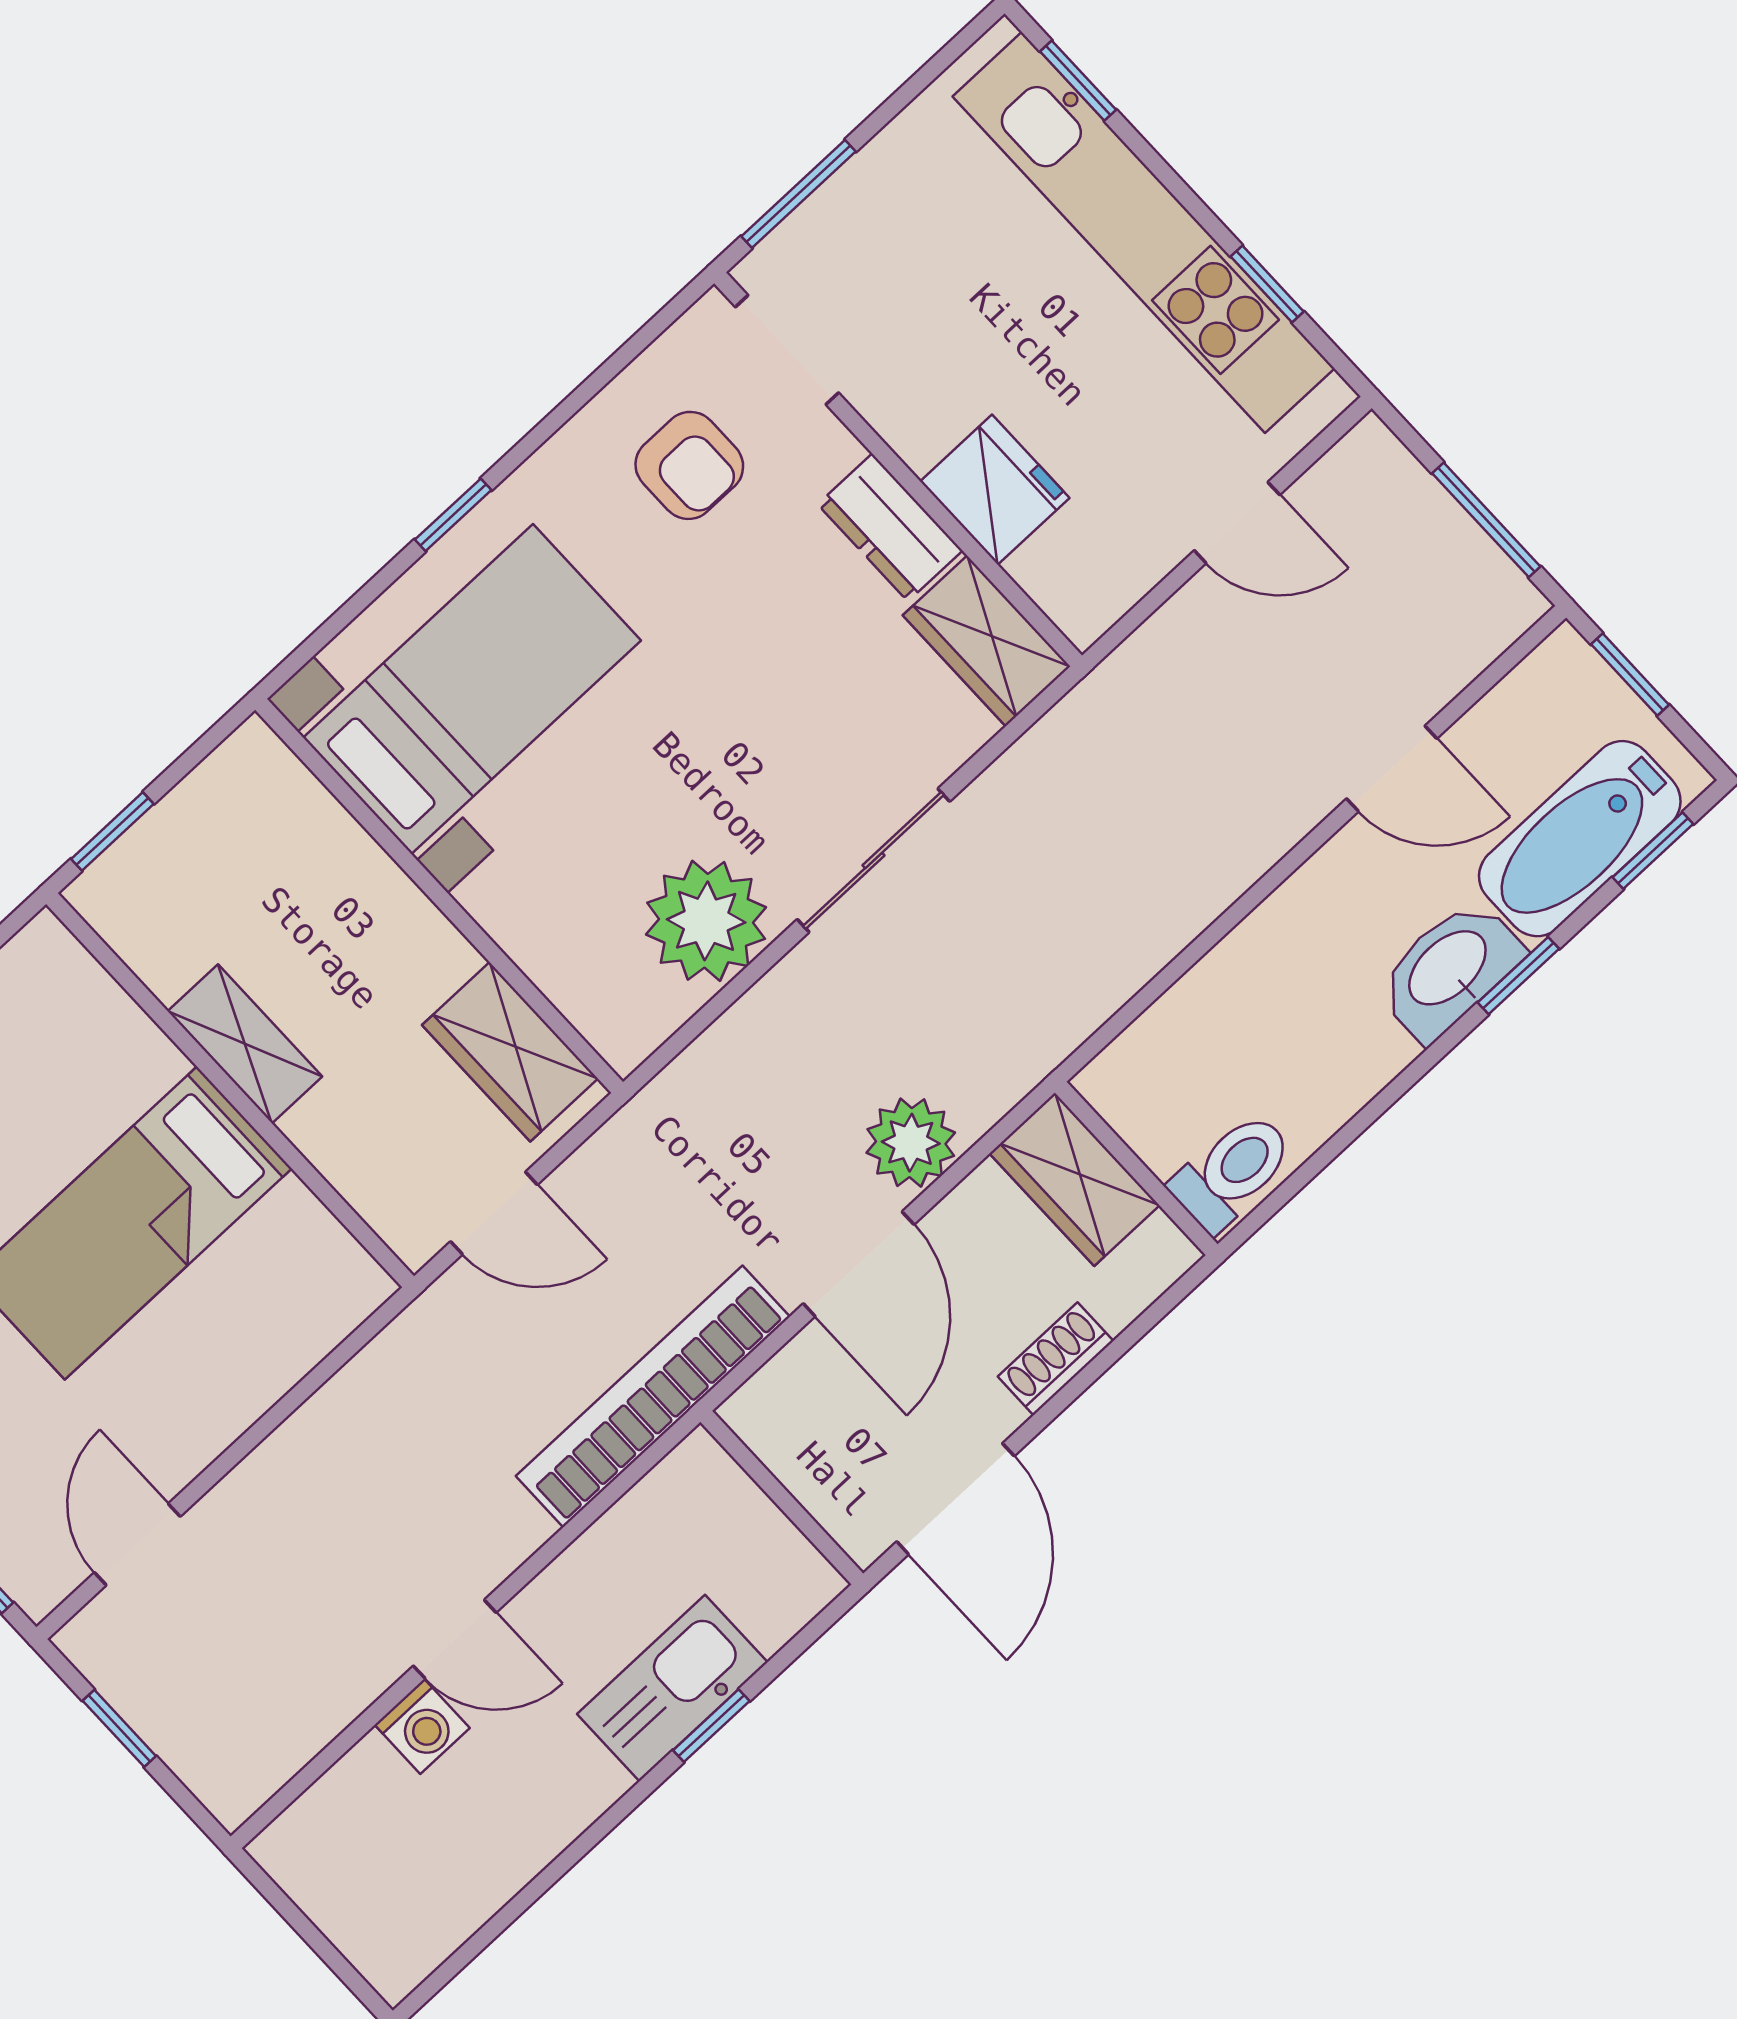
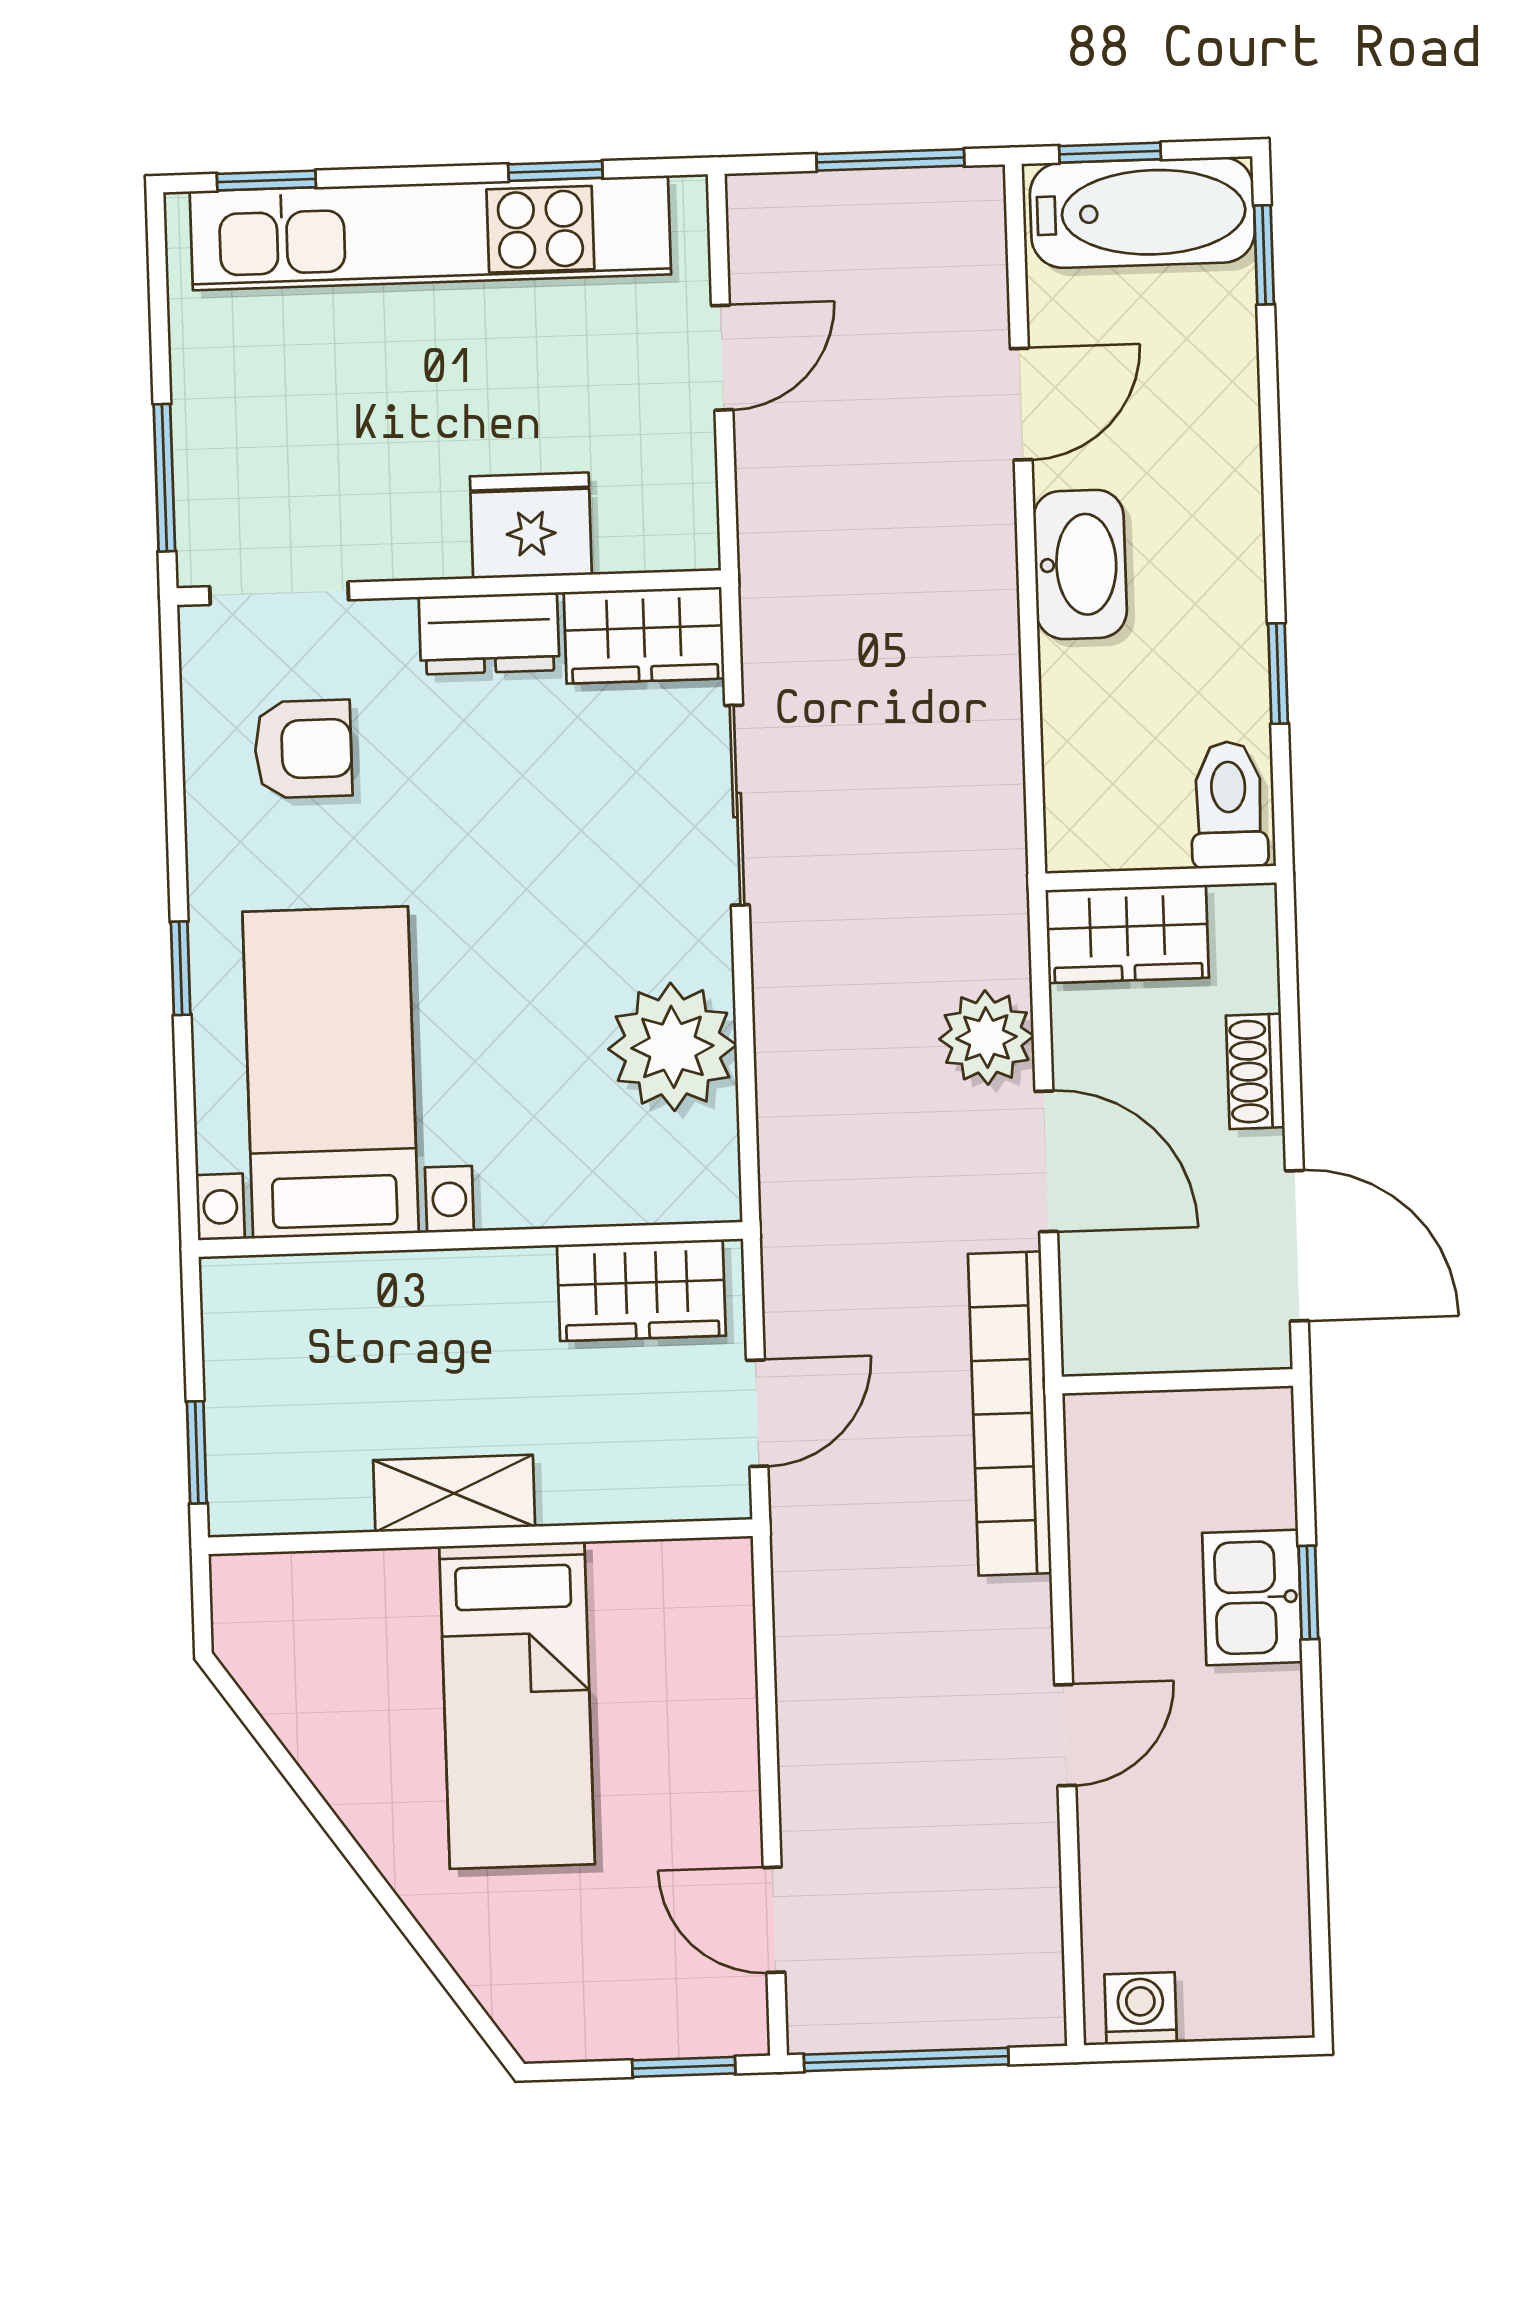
bathtub: (1580, 839) -> (1142, 213), moved, turned -90
sliding door: (873, 860) -> (737, 805), moved
washbasin: (1449, 970) -> (1080, 564), moved, turned 180
window: (1518, 976) -> (1278, 674), moved
kitchen sink: (672, 1688) -> (1252, 1597), width x0.73
washing machine: (422, 1726) -> (1141, 2008), moved, turned -90
window: (119, 1728) -> (906, 2060), width x2.17

